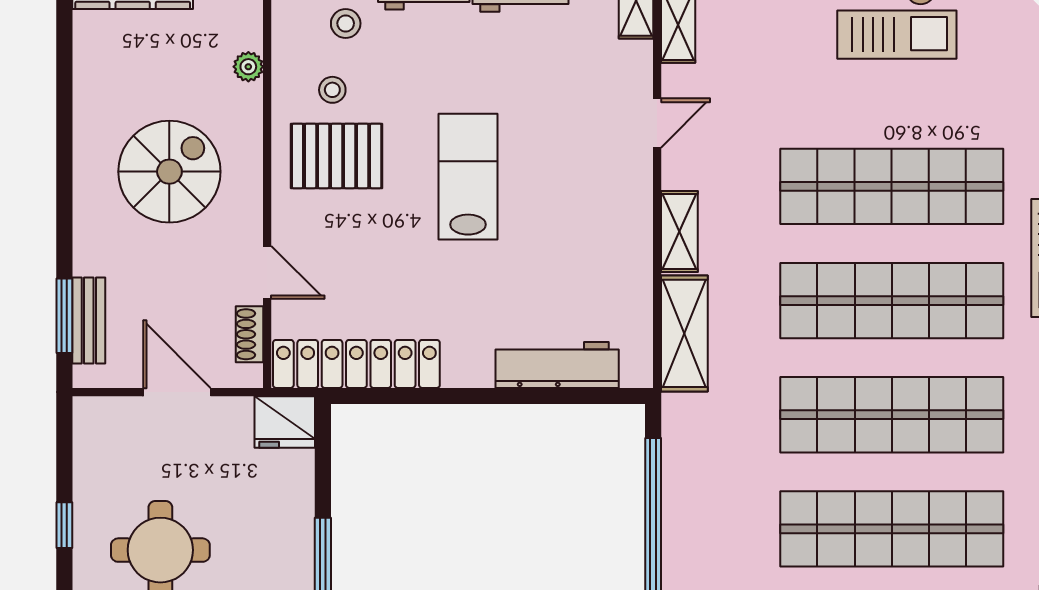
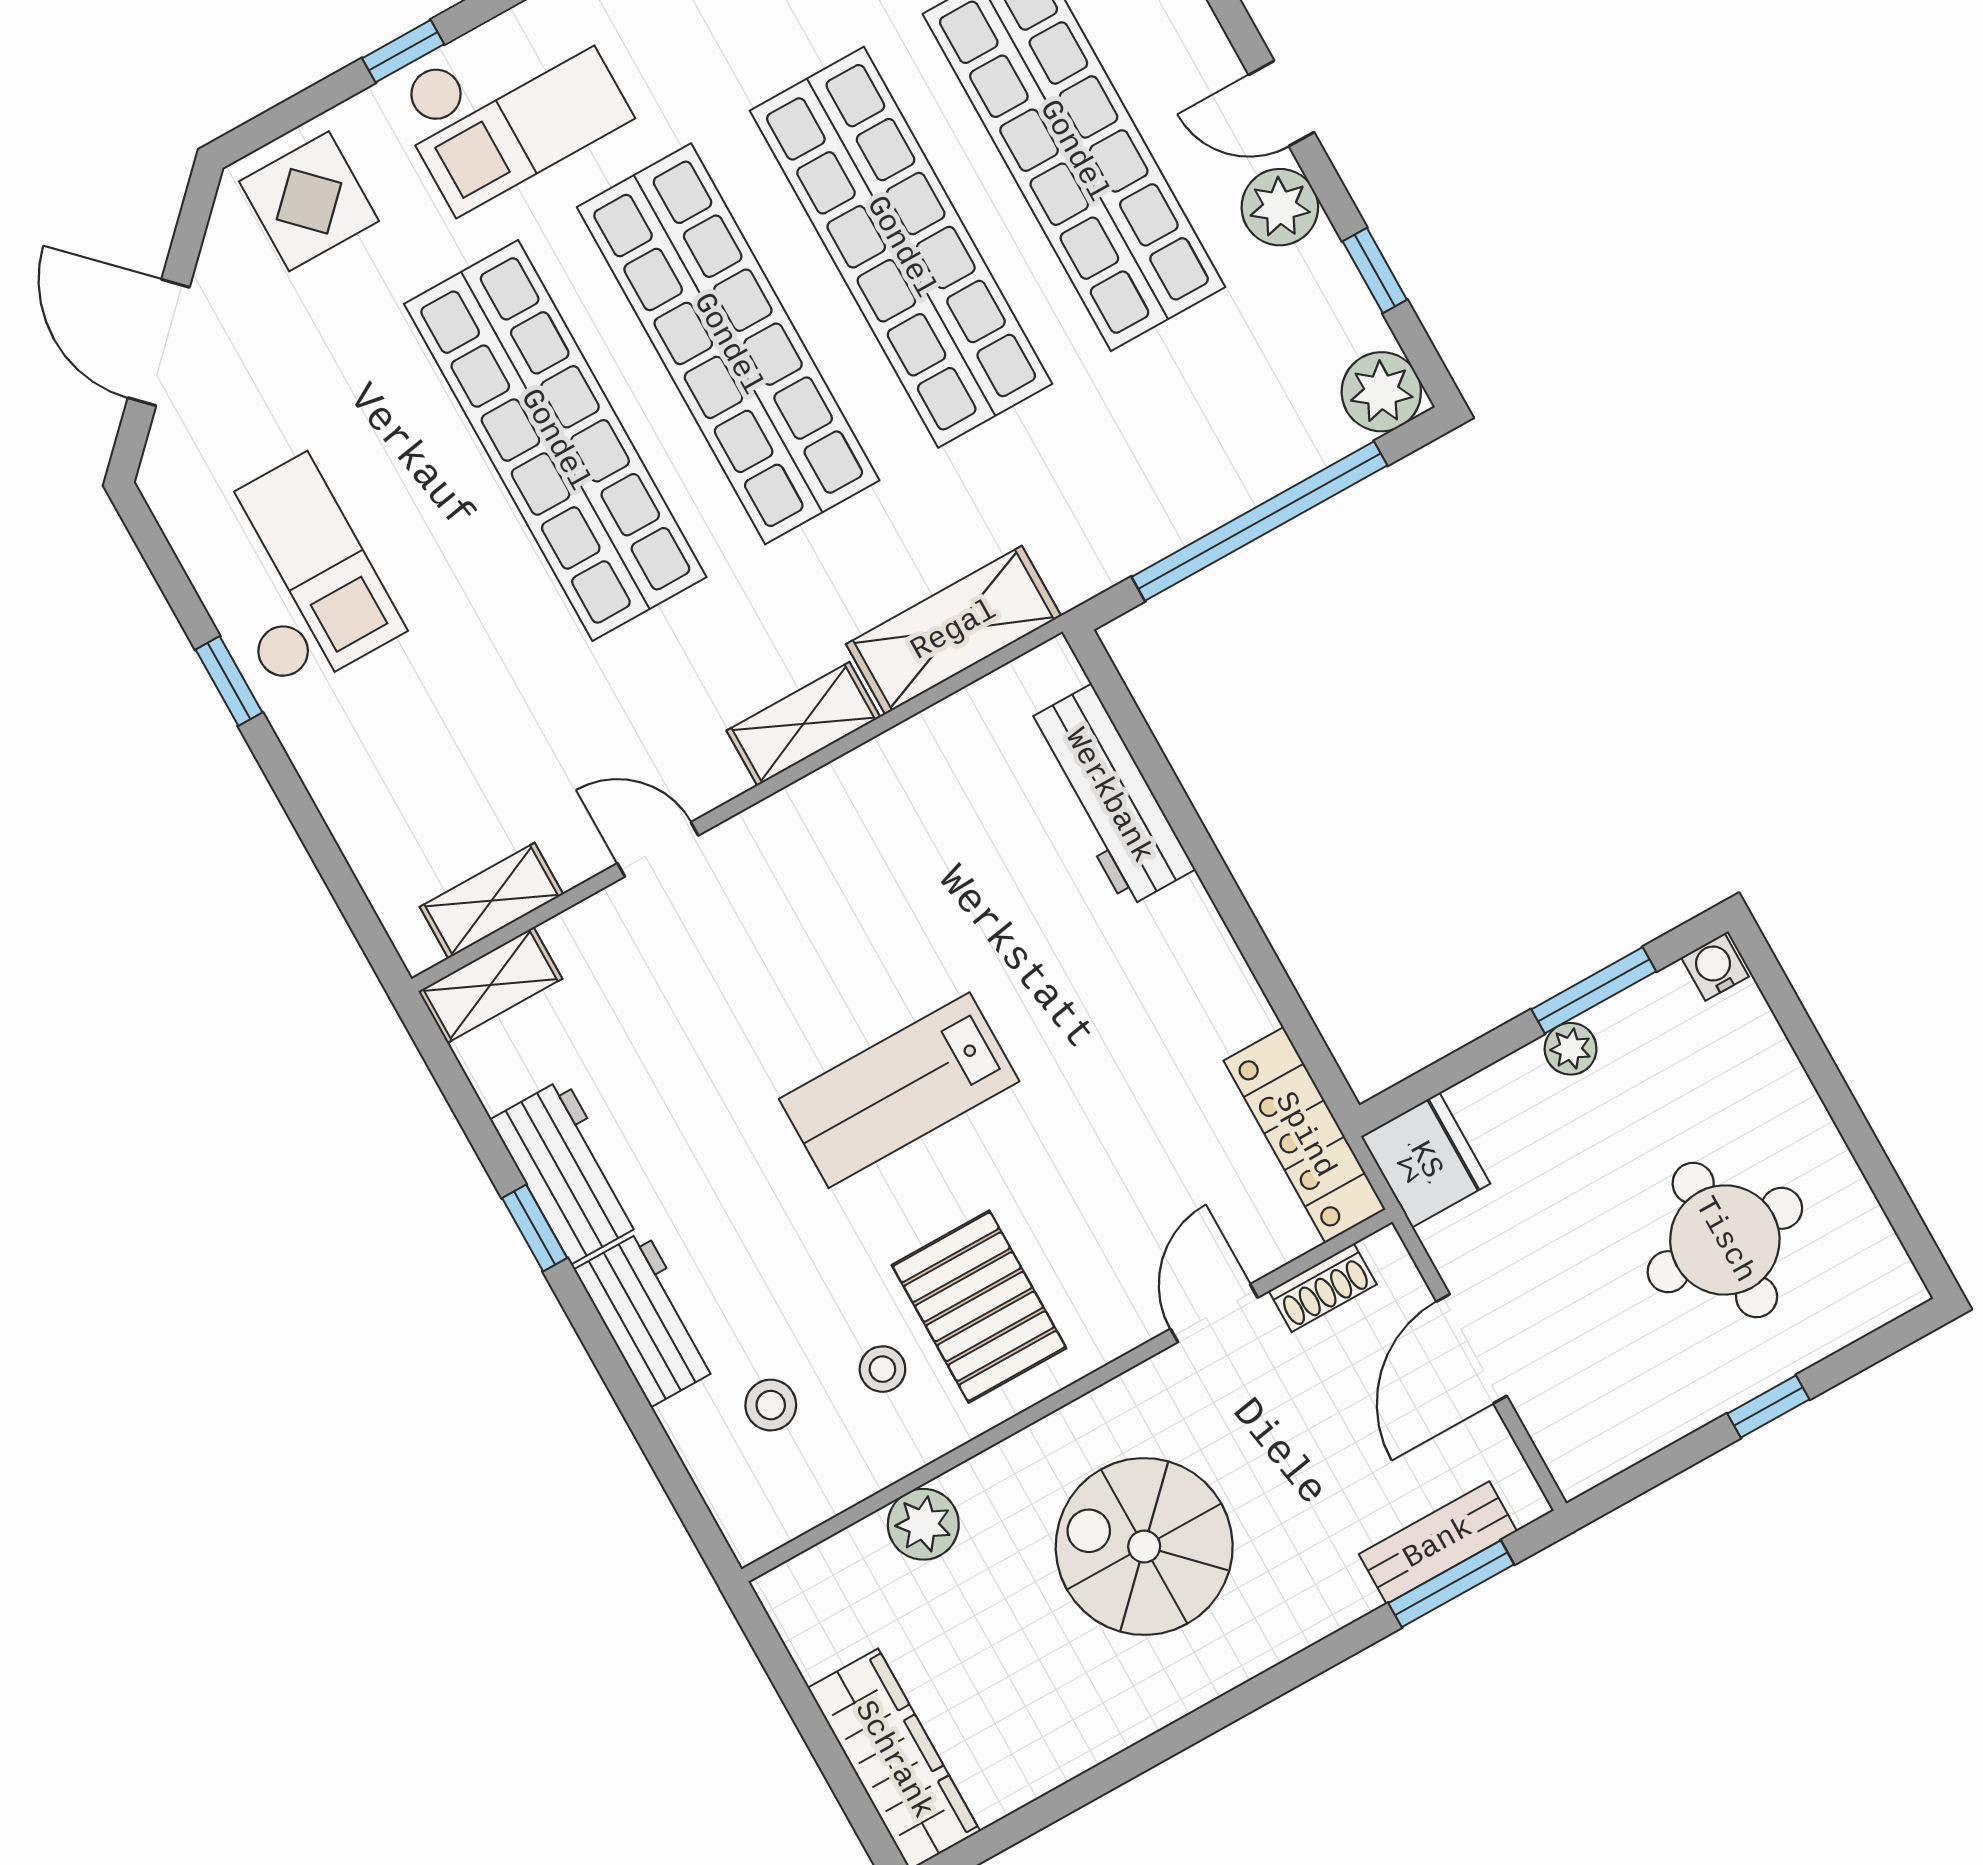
plant: (248, 67) -> (923, 1524), width x1.38, depth x1.38
locker: (356, 364) -> (1305, 1135), width x0.71, depth x0.83
plant: (300, 526) -> (1571, 1049), added

